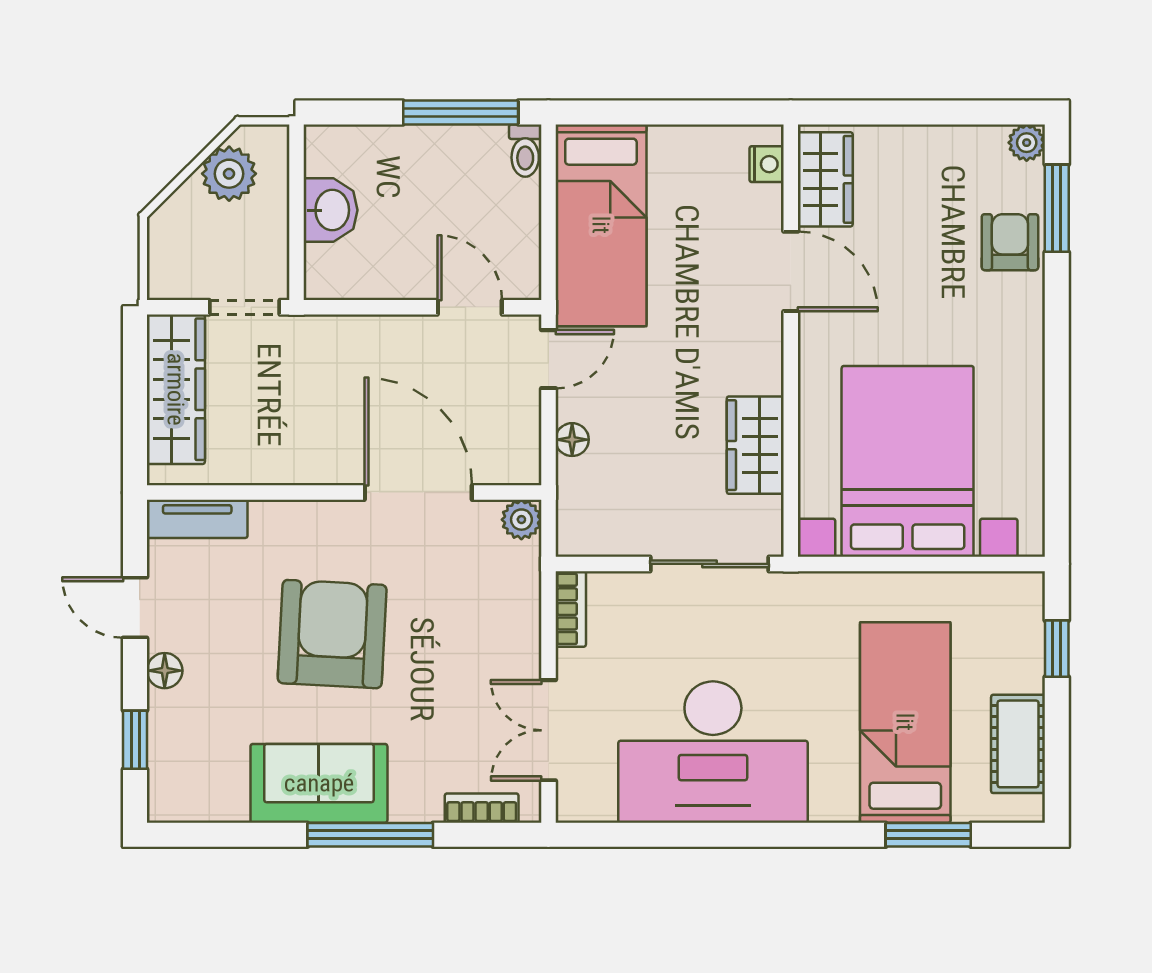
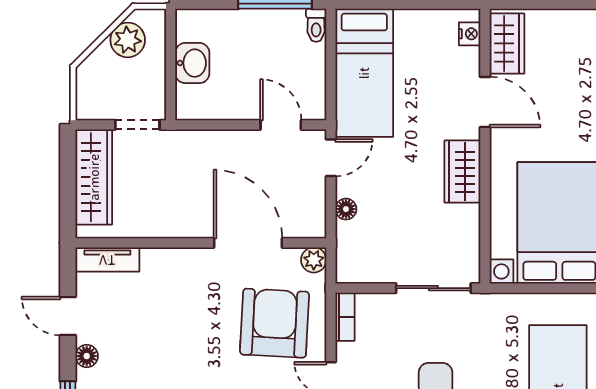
wardrobe: (755, 445) -> (462, 172), moved
armchair: (332, 634) -> (275, 323), moved

